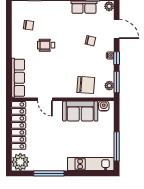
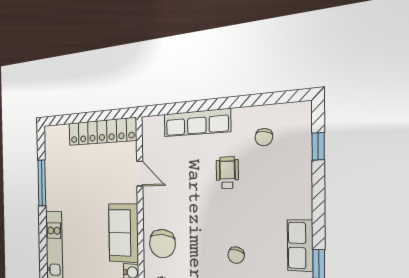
row of seats: (18, 78) -> (197, 123), moved
door: (45, 99) -> (140, 174), swing flipped
plant: (20, 162) -> (55, 138), removed

